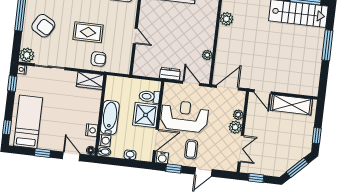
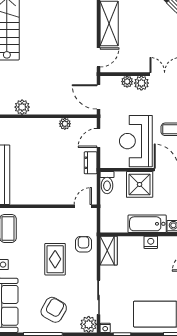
door: (135, 36) -> (83, 206), moved
toilet: (149, 97) -> (107, 183), moved
nightstand: (92, 130) -> (151, 242), moved

